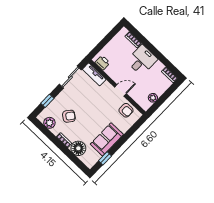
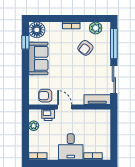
printer: (102, 63) -> (48, 115), moved
door: (120, 90) -> (65, 107), swing flipped
window: (47, 101) -> (114, 44), width x2.17
floor lamp: (78, 148) -> (37, 30), moved

